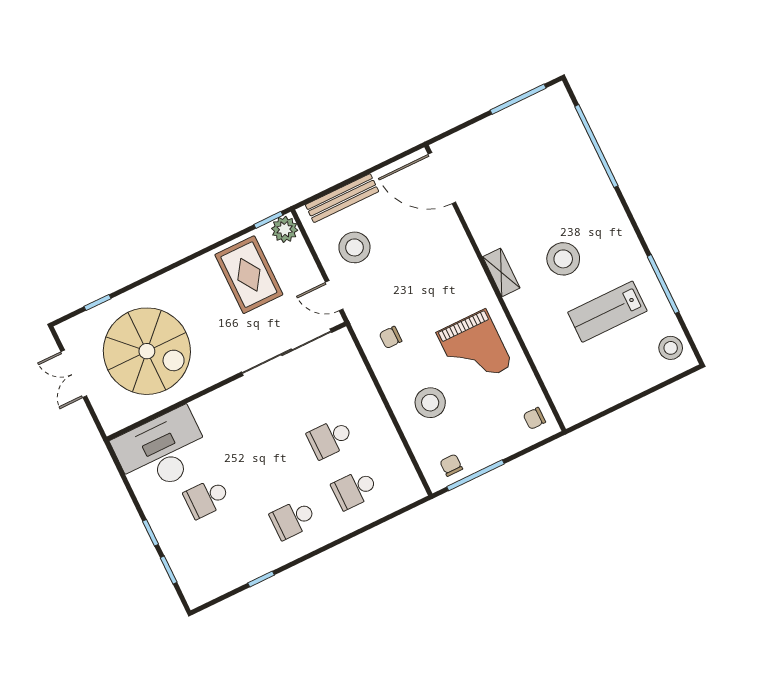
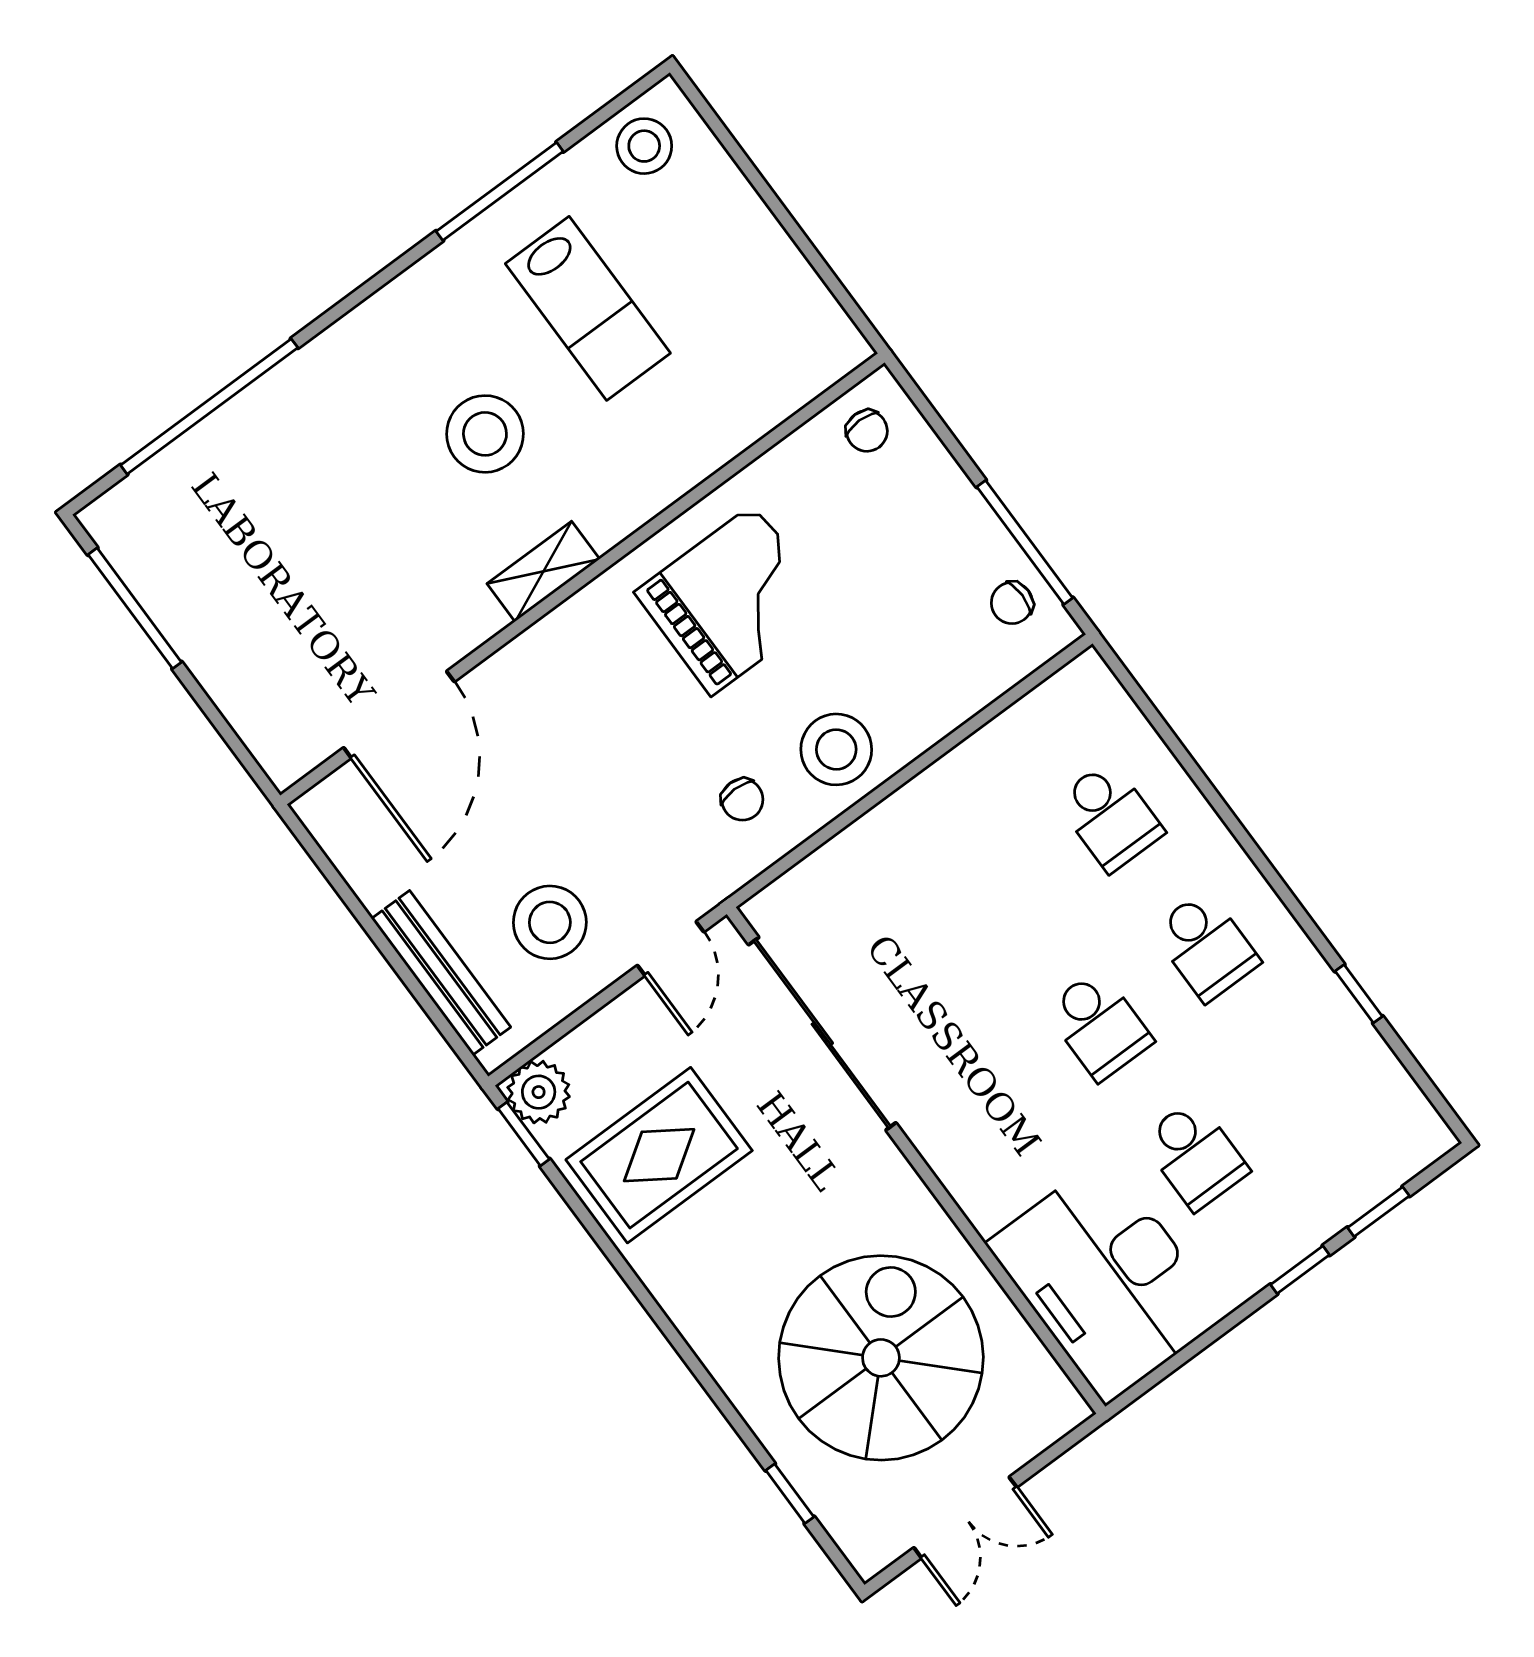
door: (442, 178) -> (399, 715), moved
stool: (430, 403) -> (836, 749), moved
school desk: (330, 438) -> (1099, 1025), moved

